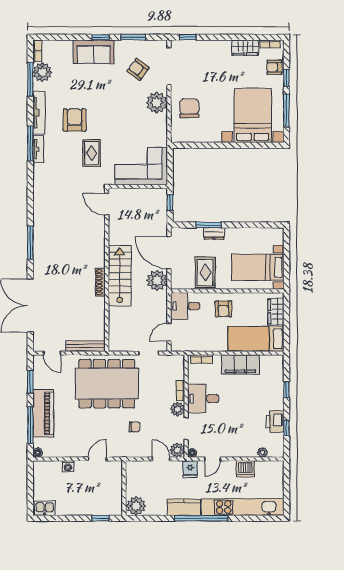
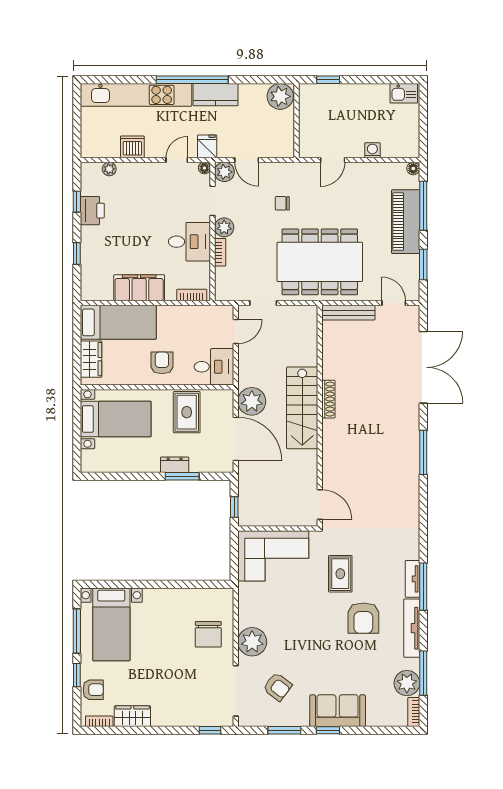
bed with nightstands: (253, 116) -> (111, 624), width x0.73

